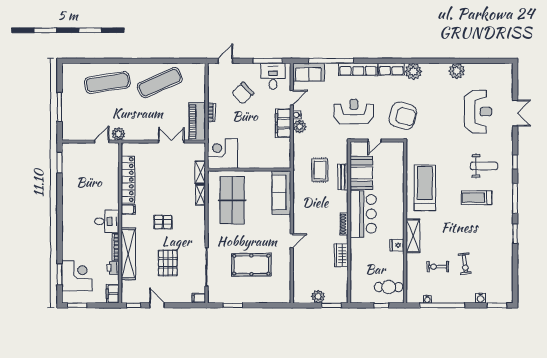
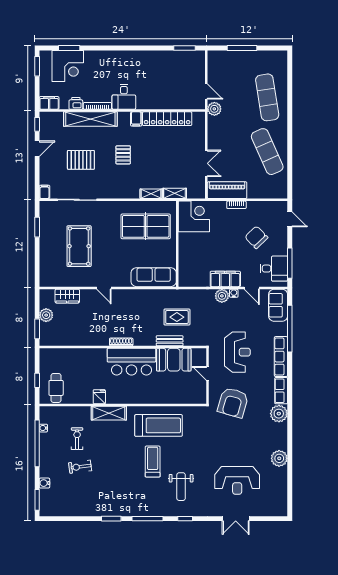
treadmill: (476, 198) -> (153, 462), moved
wardrobe: (341, 255) -> (67, 296), moved, turned 180

